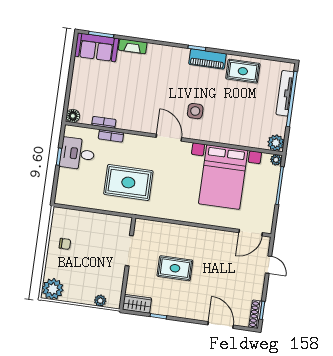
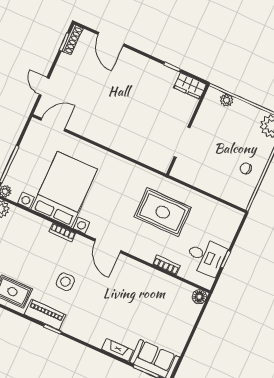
side table: (195, 111) -> (65, 282), moved
bookcase: (104, 122) -> (62, 232), moved
rug: (175, 268) -> (141, 111), removed

